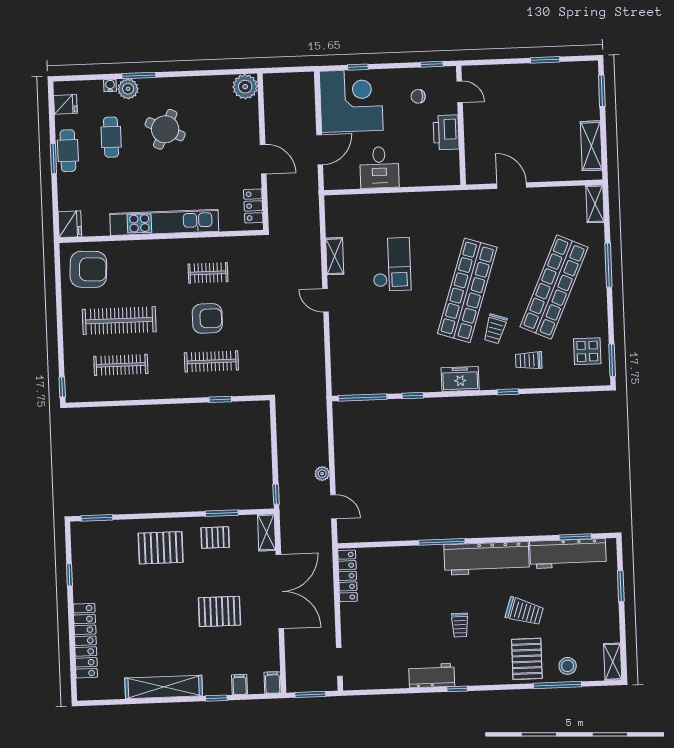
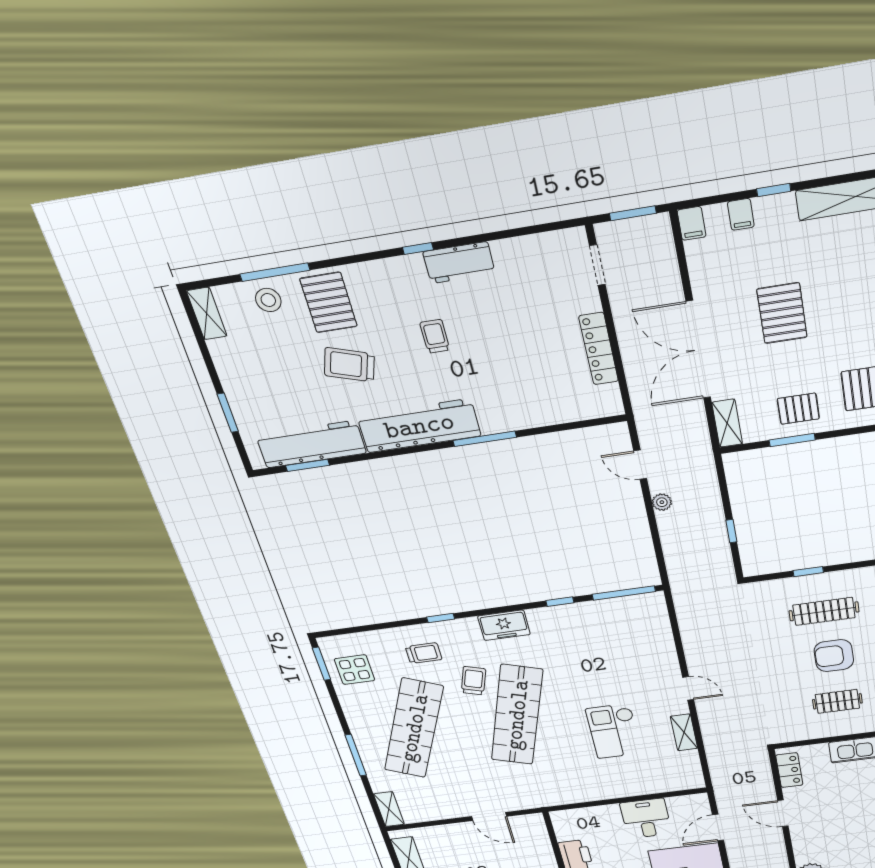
window: (276, 494) -> (731, 531), moved
locker: (348, 576) -> (599, 349), moved
pallet: (219, 611) -> (782, 313), turned 90

